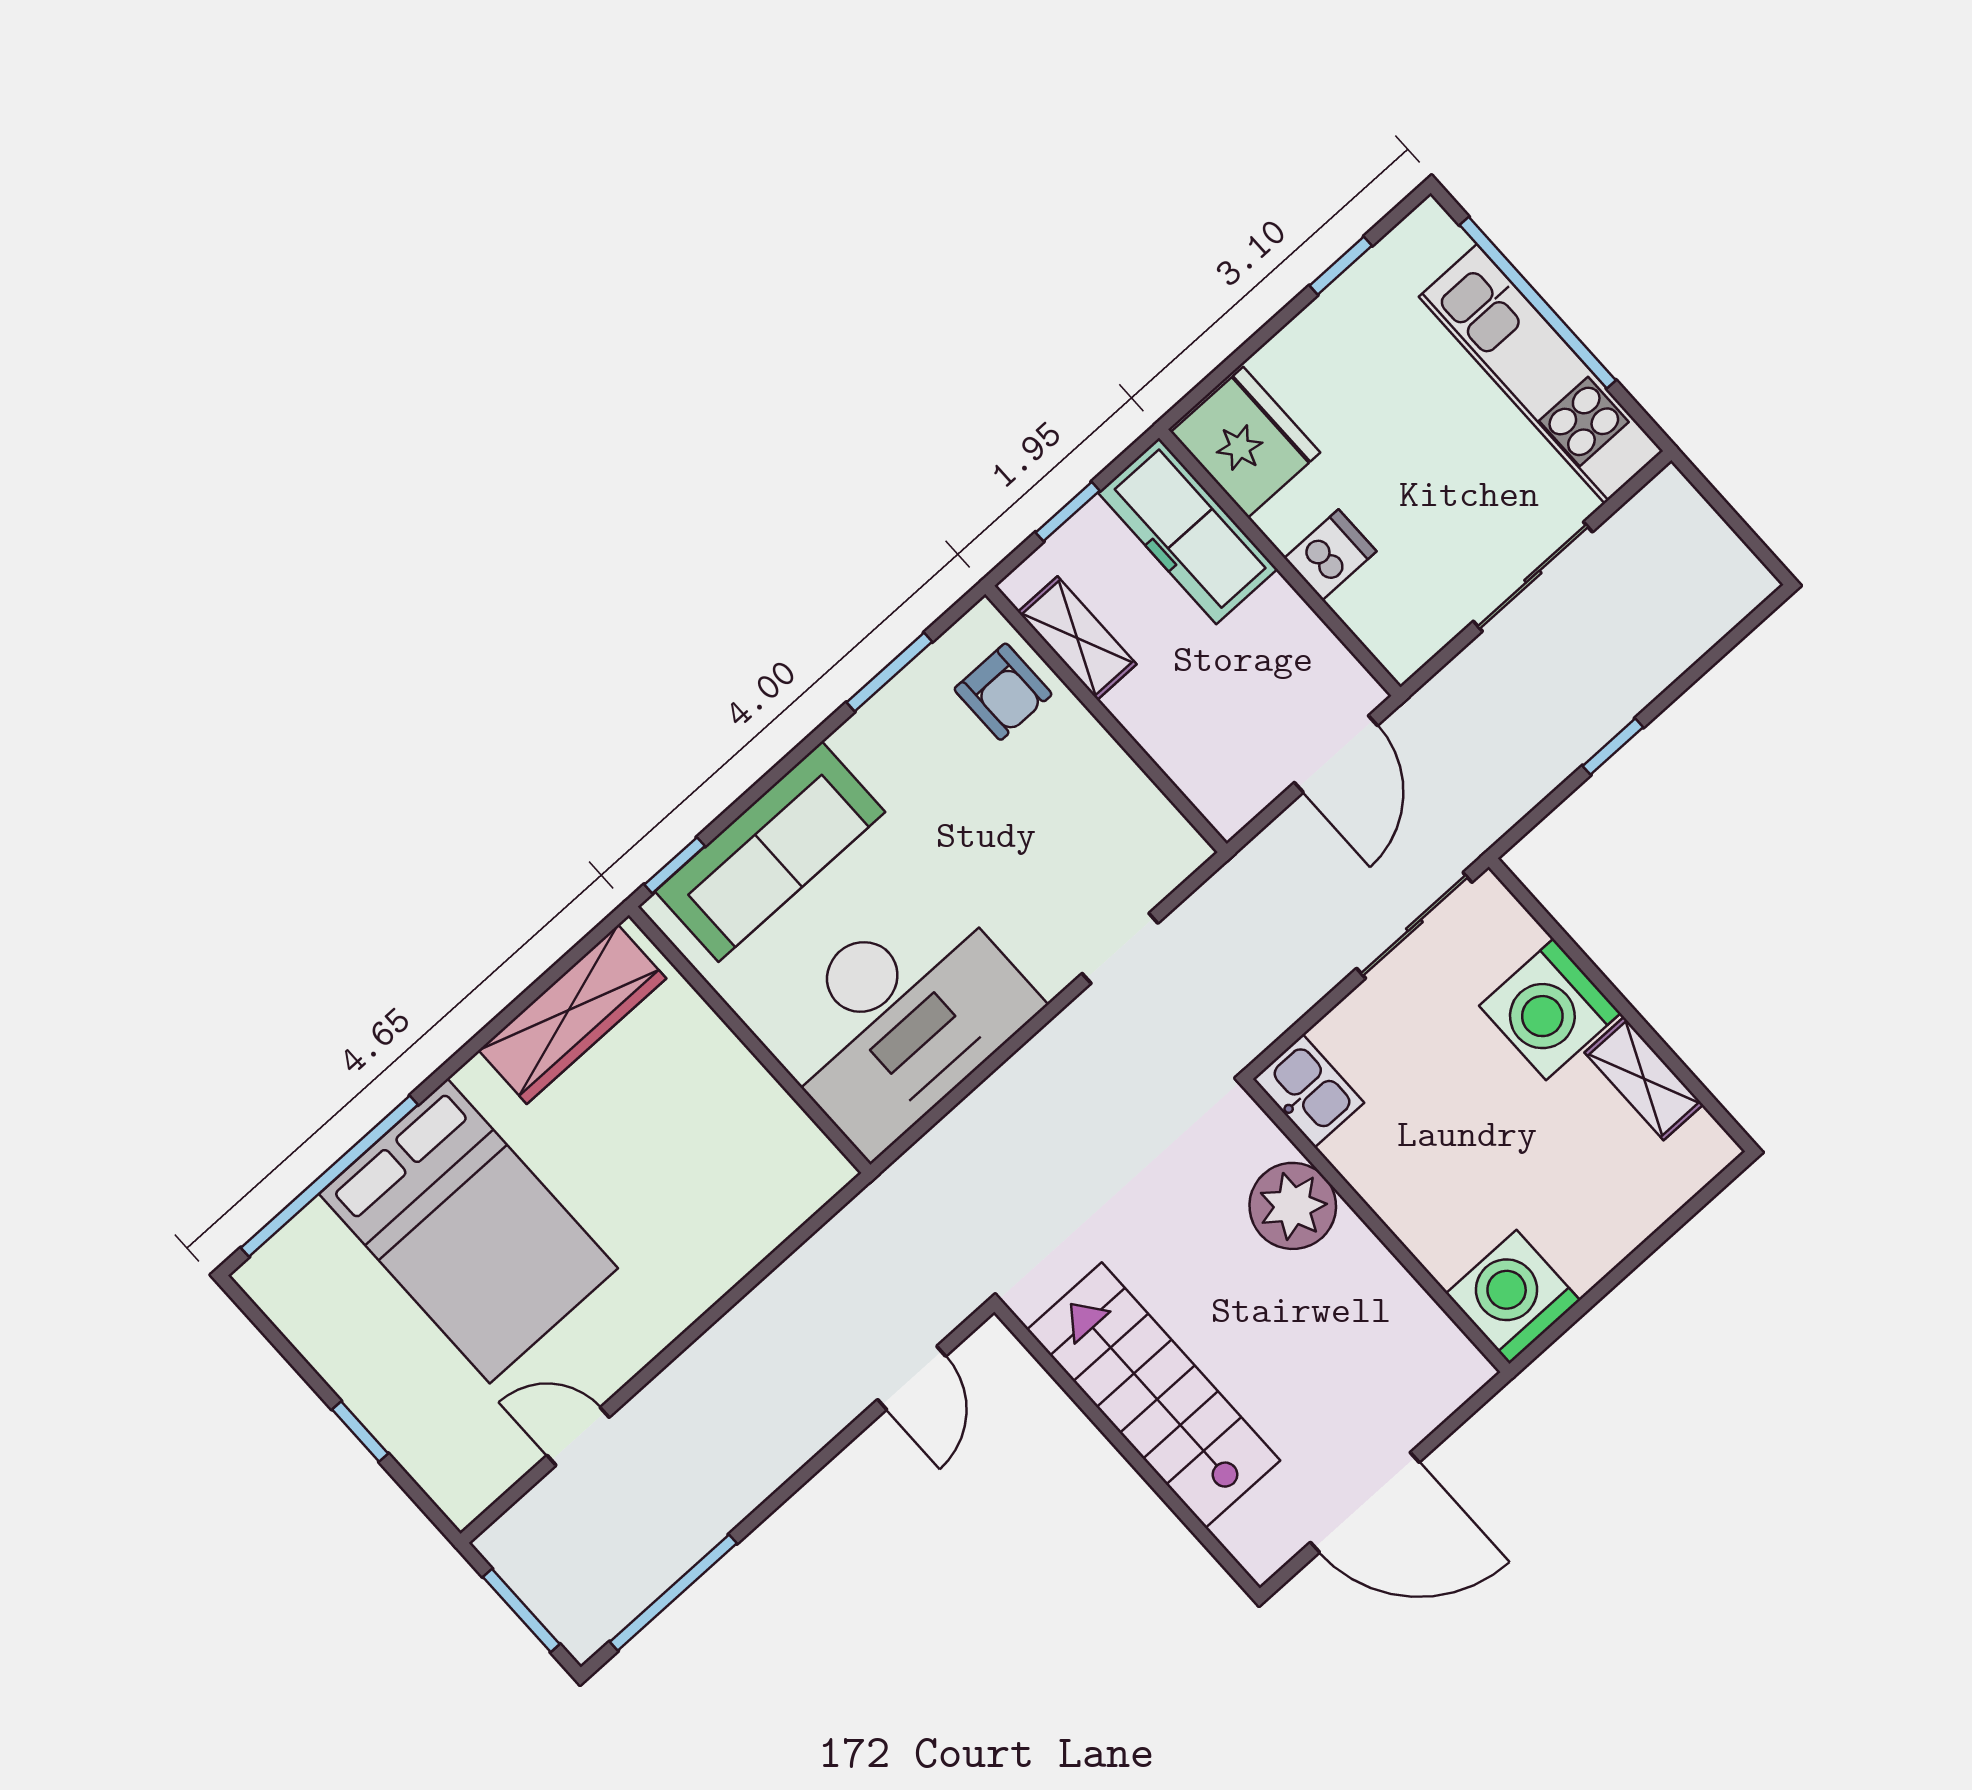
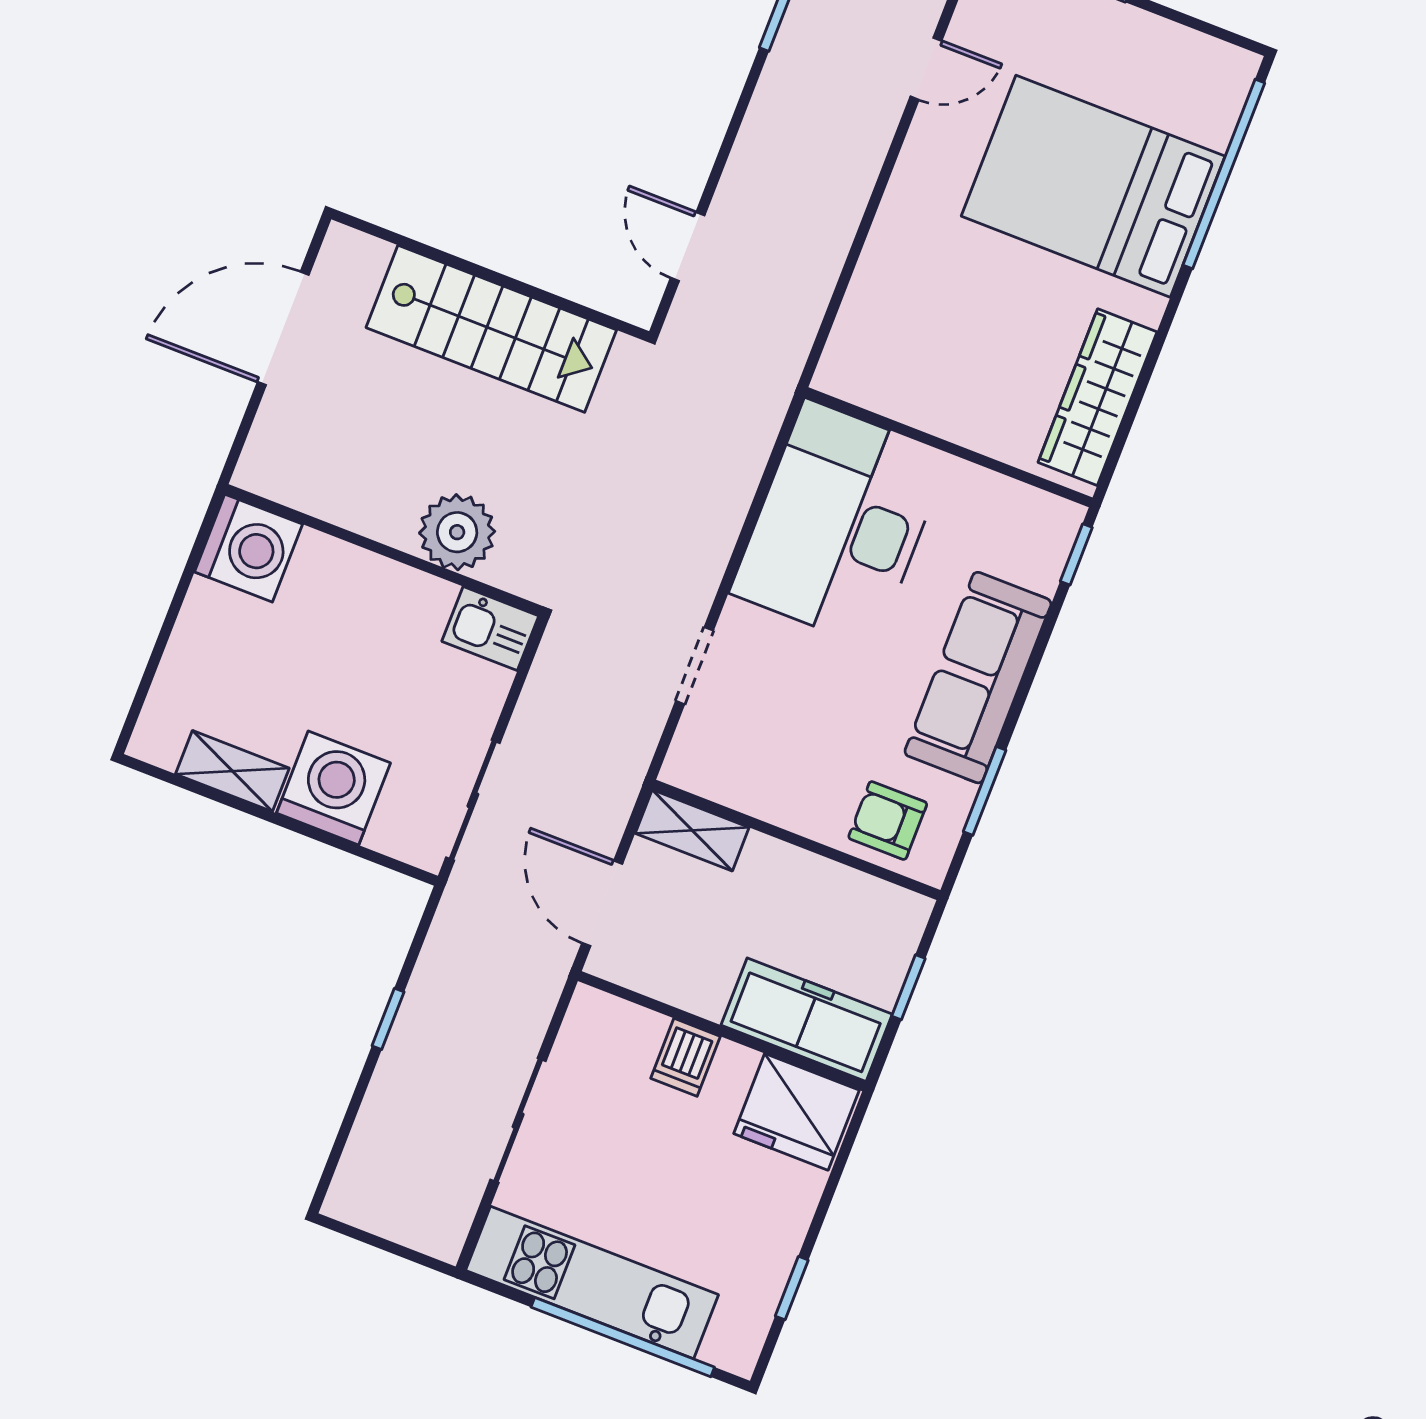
shelving: (1077, 638) -> (692, 830), moved
sofa: (770, 852) -> (978, 678), moved

